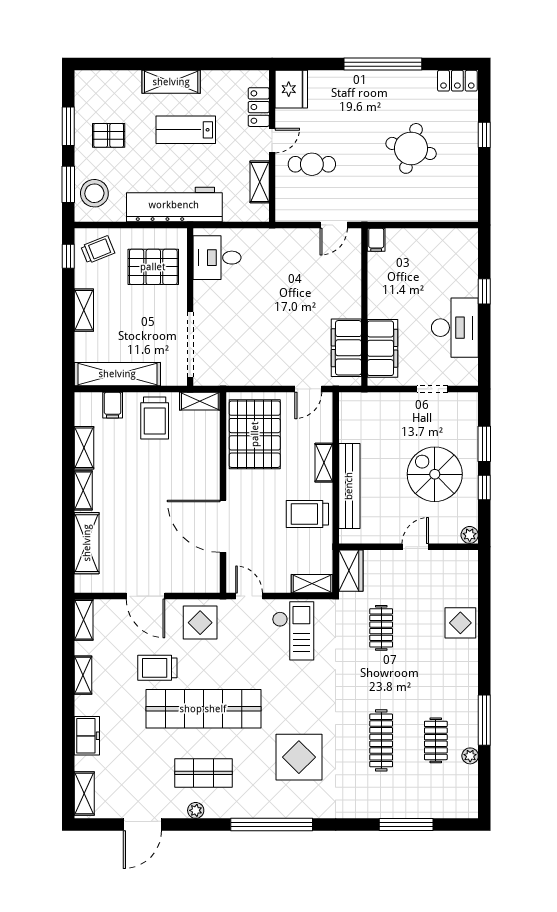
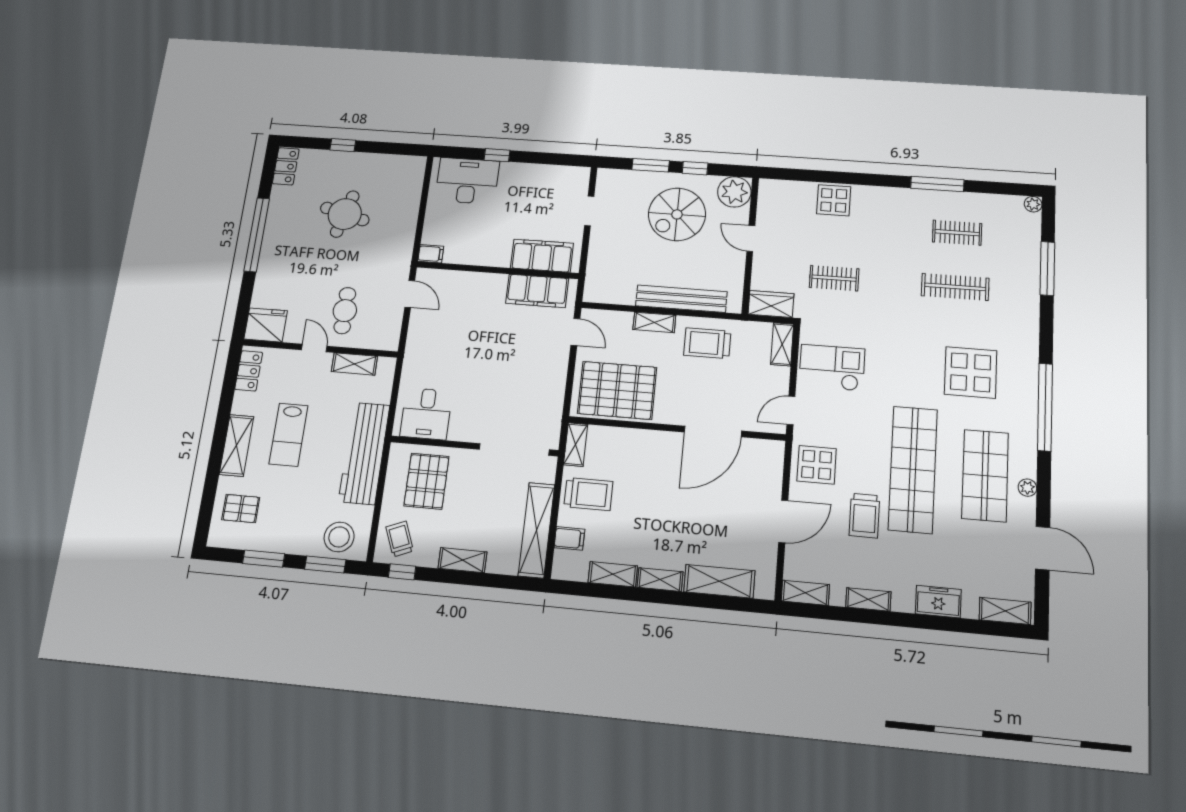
locker: (259, 107) -> (249, 371), moved, turned -90
pallet: (109, 135) -> (241, 509), moved, turned 90
desk: (455, 328) -> (467, 181), moved
trolley: (307, 514) -> (707, 343), turned 90
plant: (470, 535) -> (734, 192), width x1.88, depth x1.88
plant: (470, 756) -> (1033, 204), moved
shop shelf: (203, 773) -> (985, 475), width x1.43, depth x1.36

